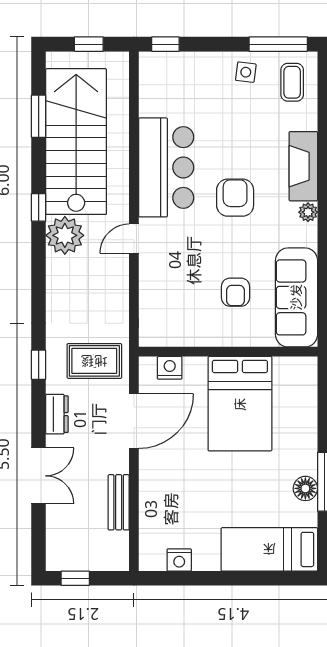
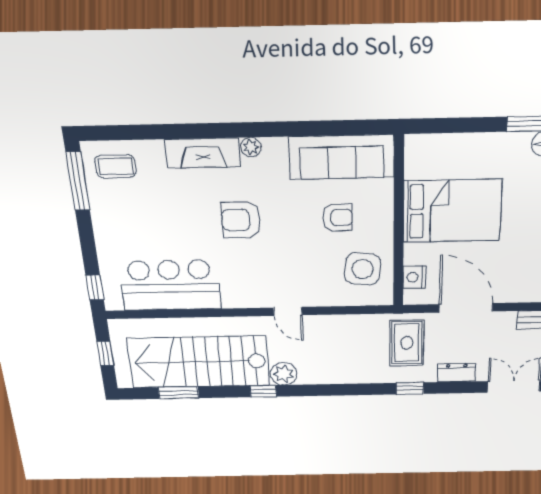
side table: (246, 72) -> (363, 269), moved, width x1.87, depth x1.87
bar counter: (166, 167) -> (170, 285), moved
plant: (65, 235) -> (284, 374), width x0.73, depth x0.73

